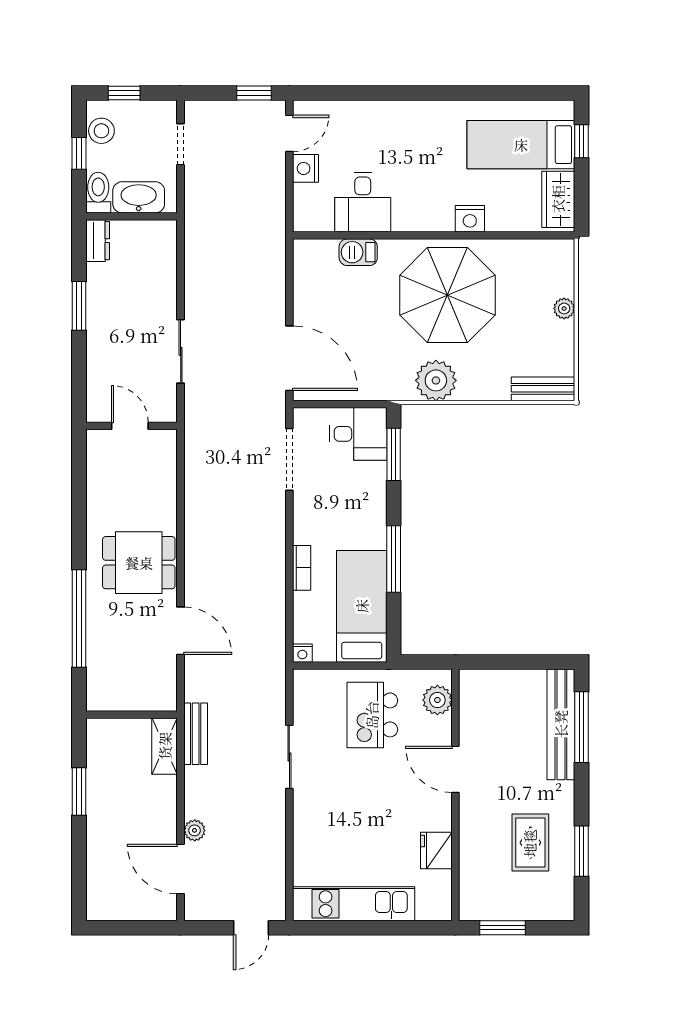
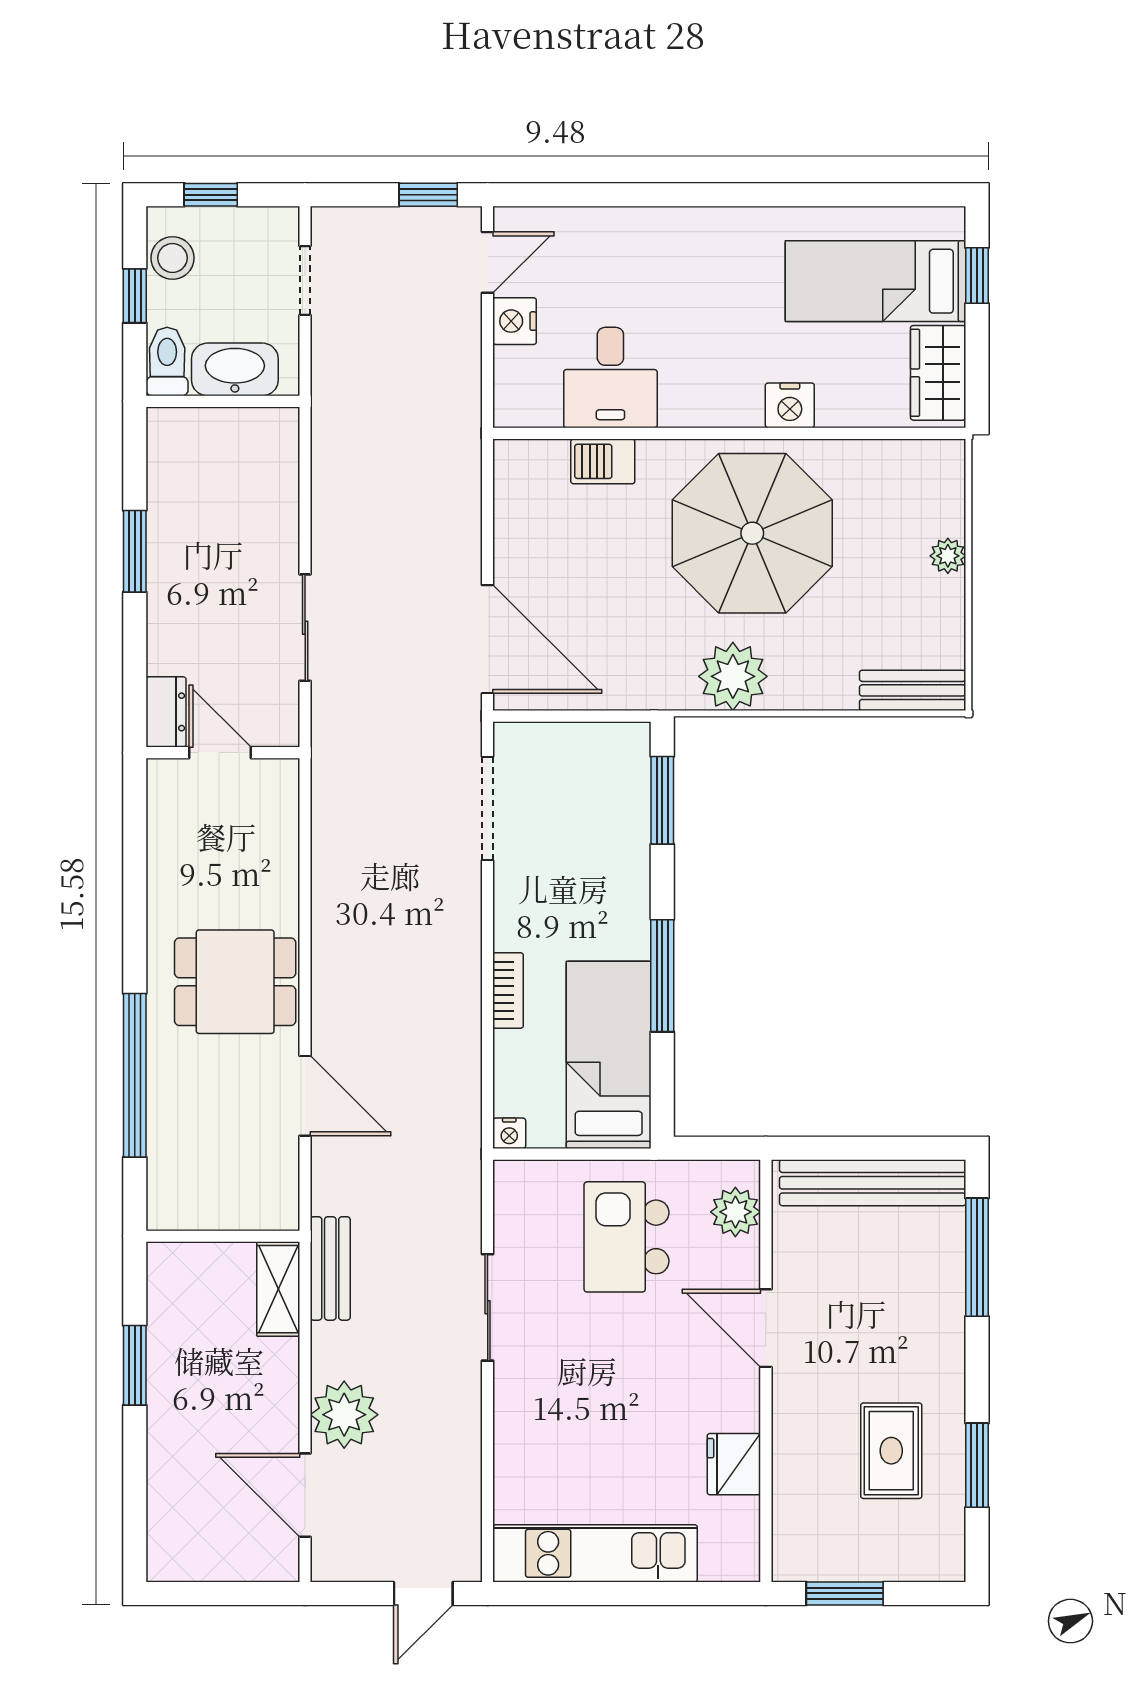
dresser: (98, 241) -> (166, 712), moved
desk: (358, 434) -> (603, 766), removed
bench: (561, 724) -> (873, 1183), moved, turned 90
plant: (195, 830) -> (344, 1415), width x1.88, depth x1.88

